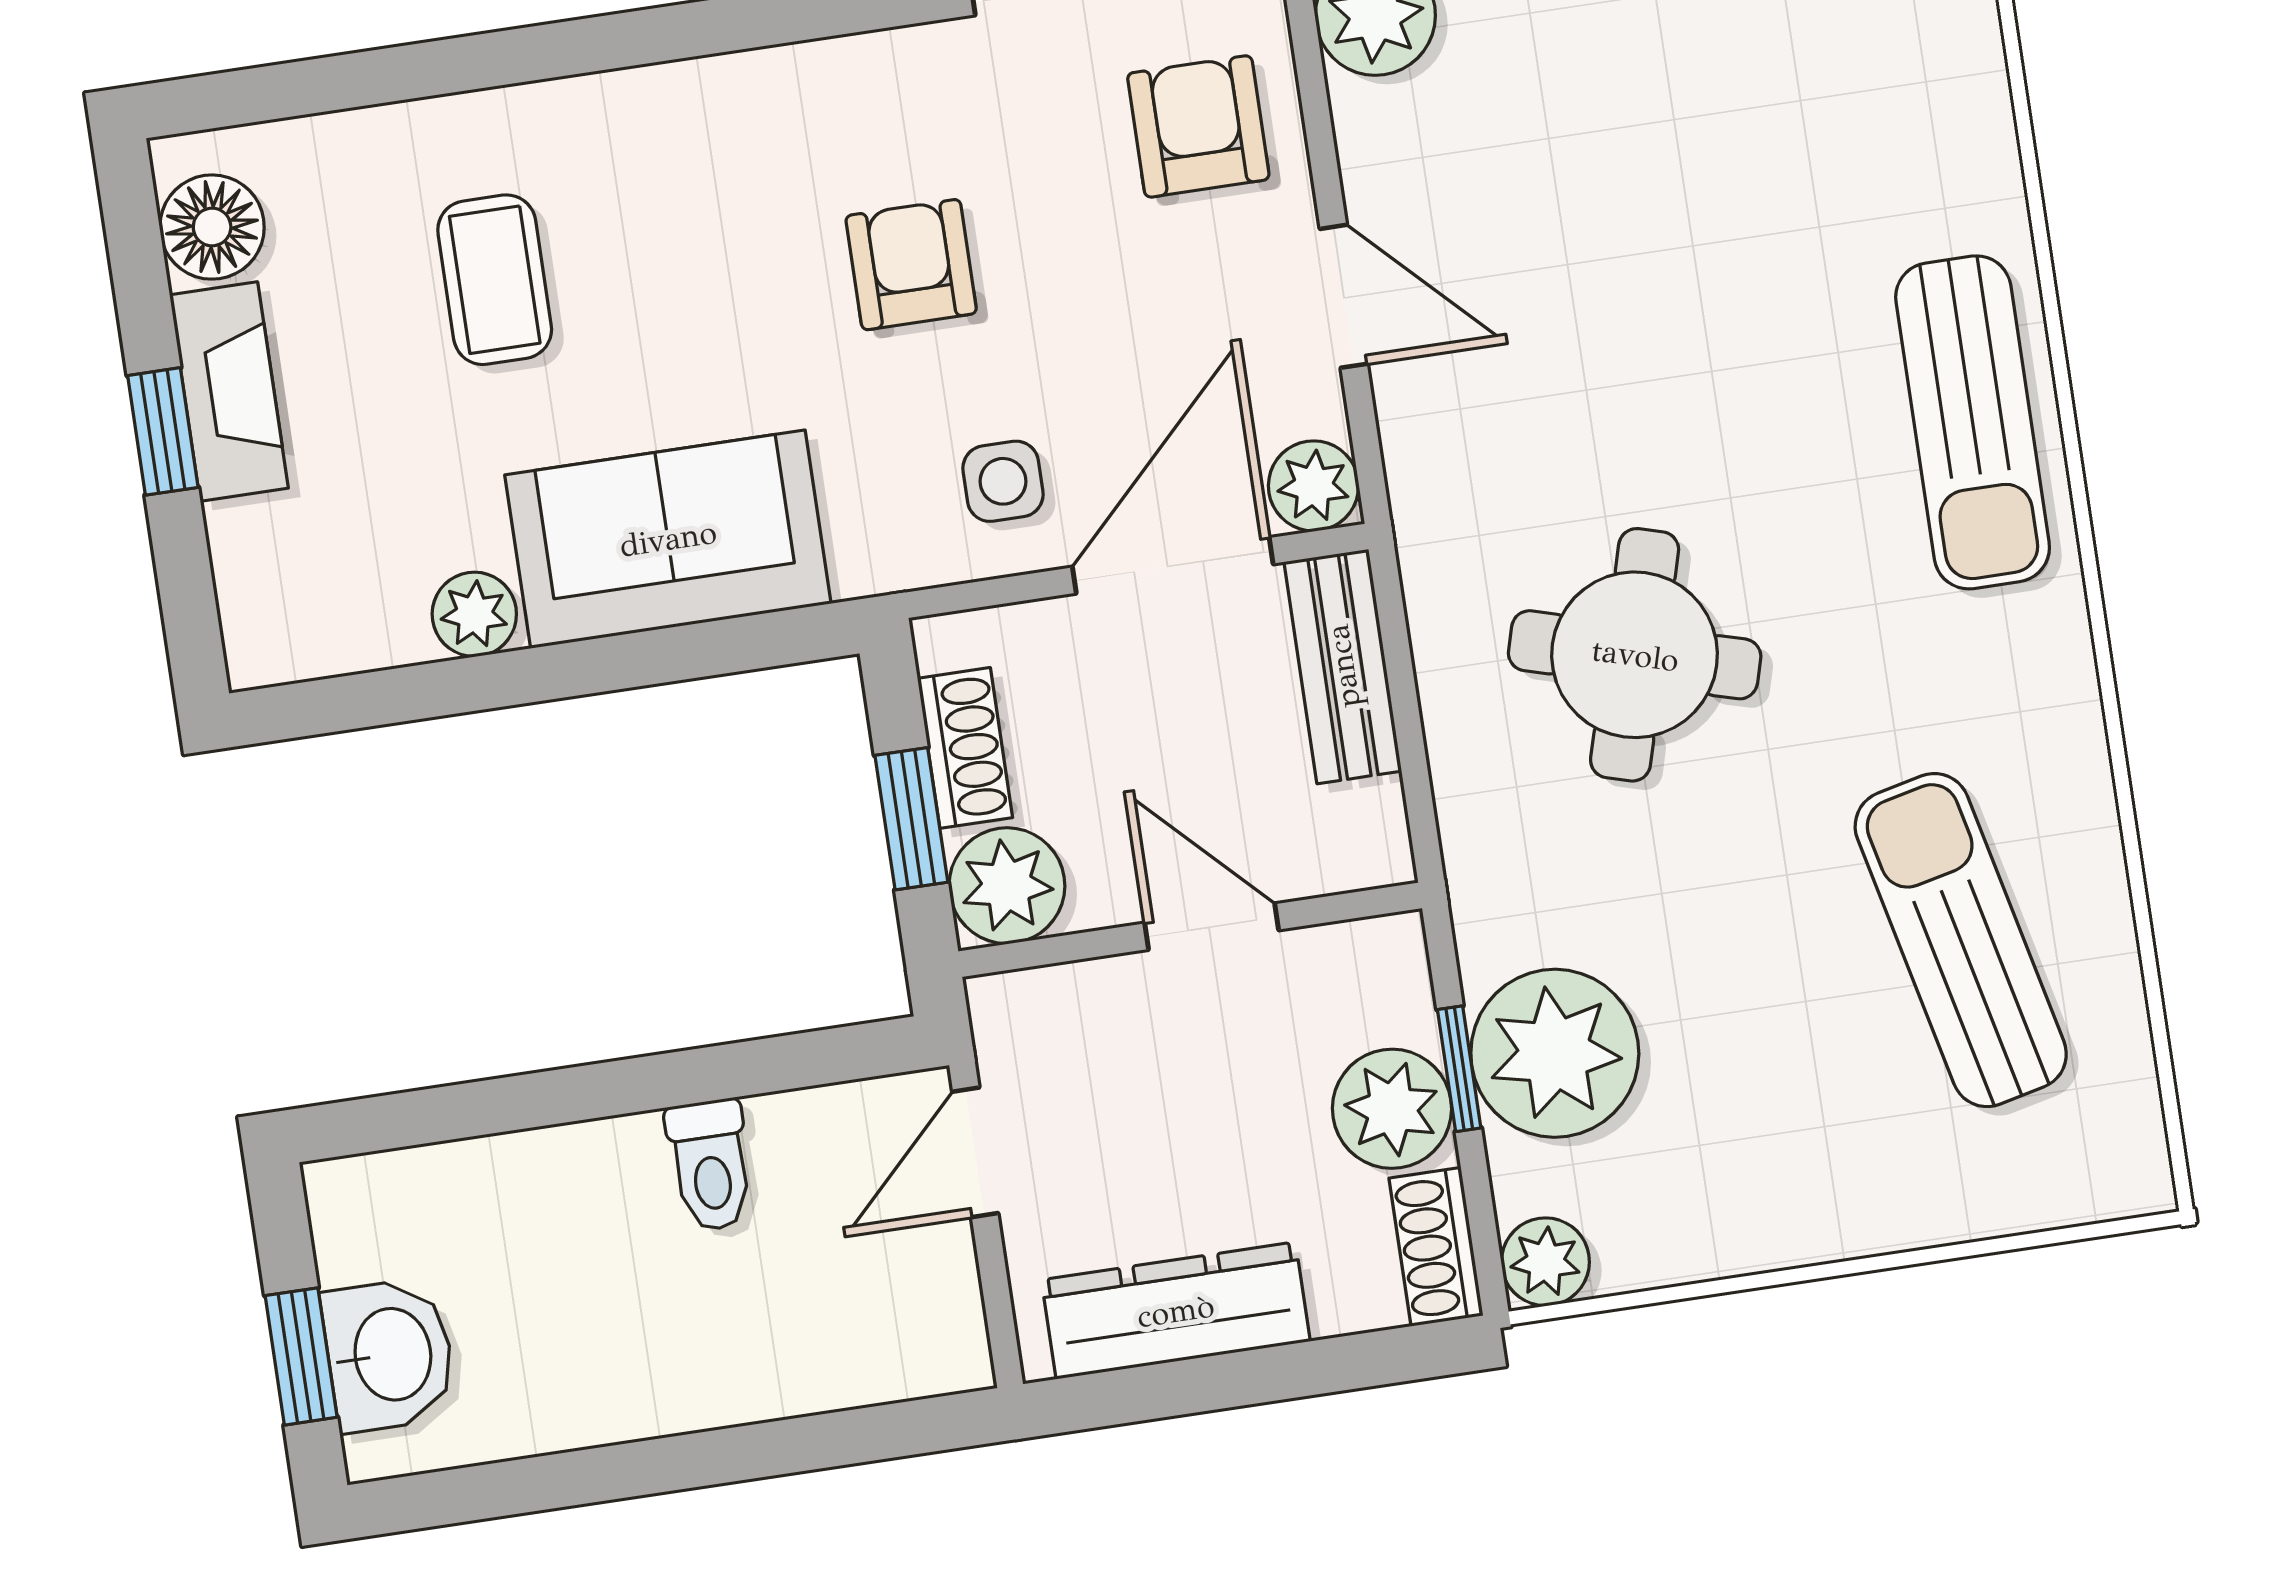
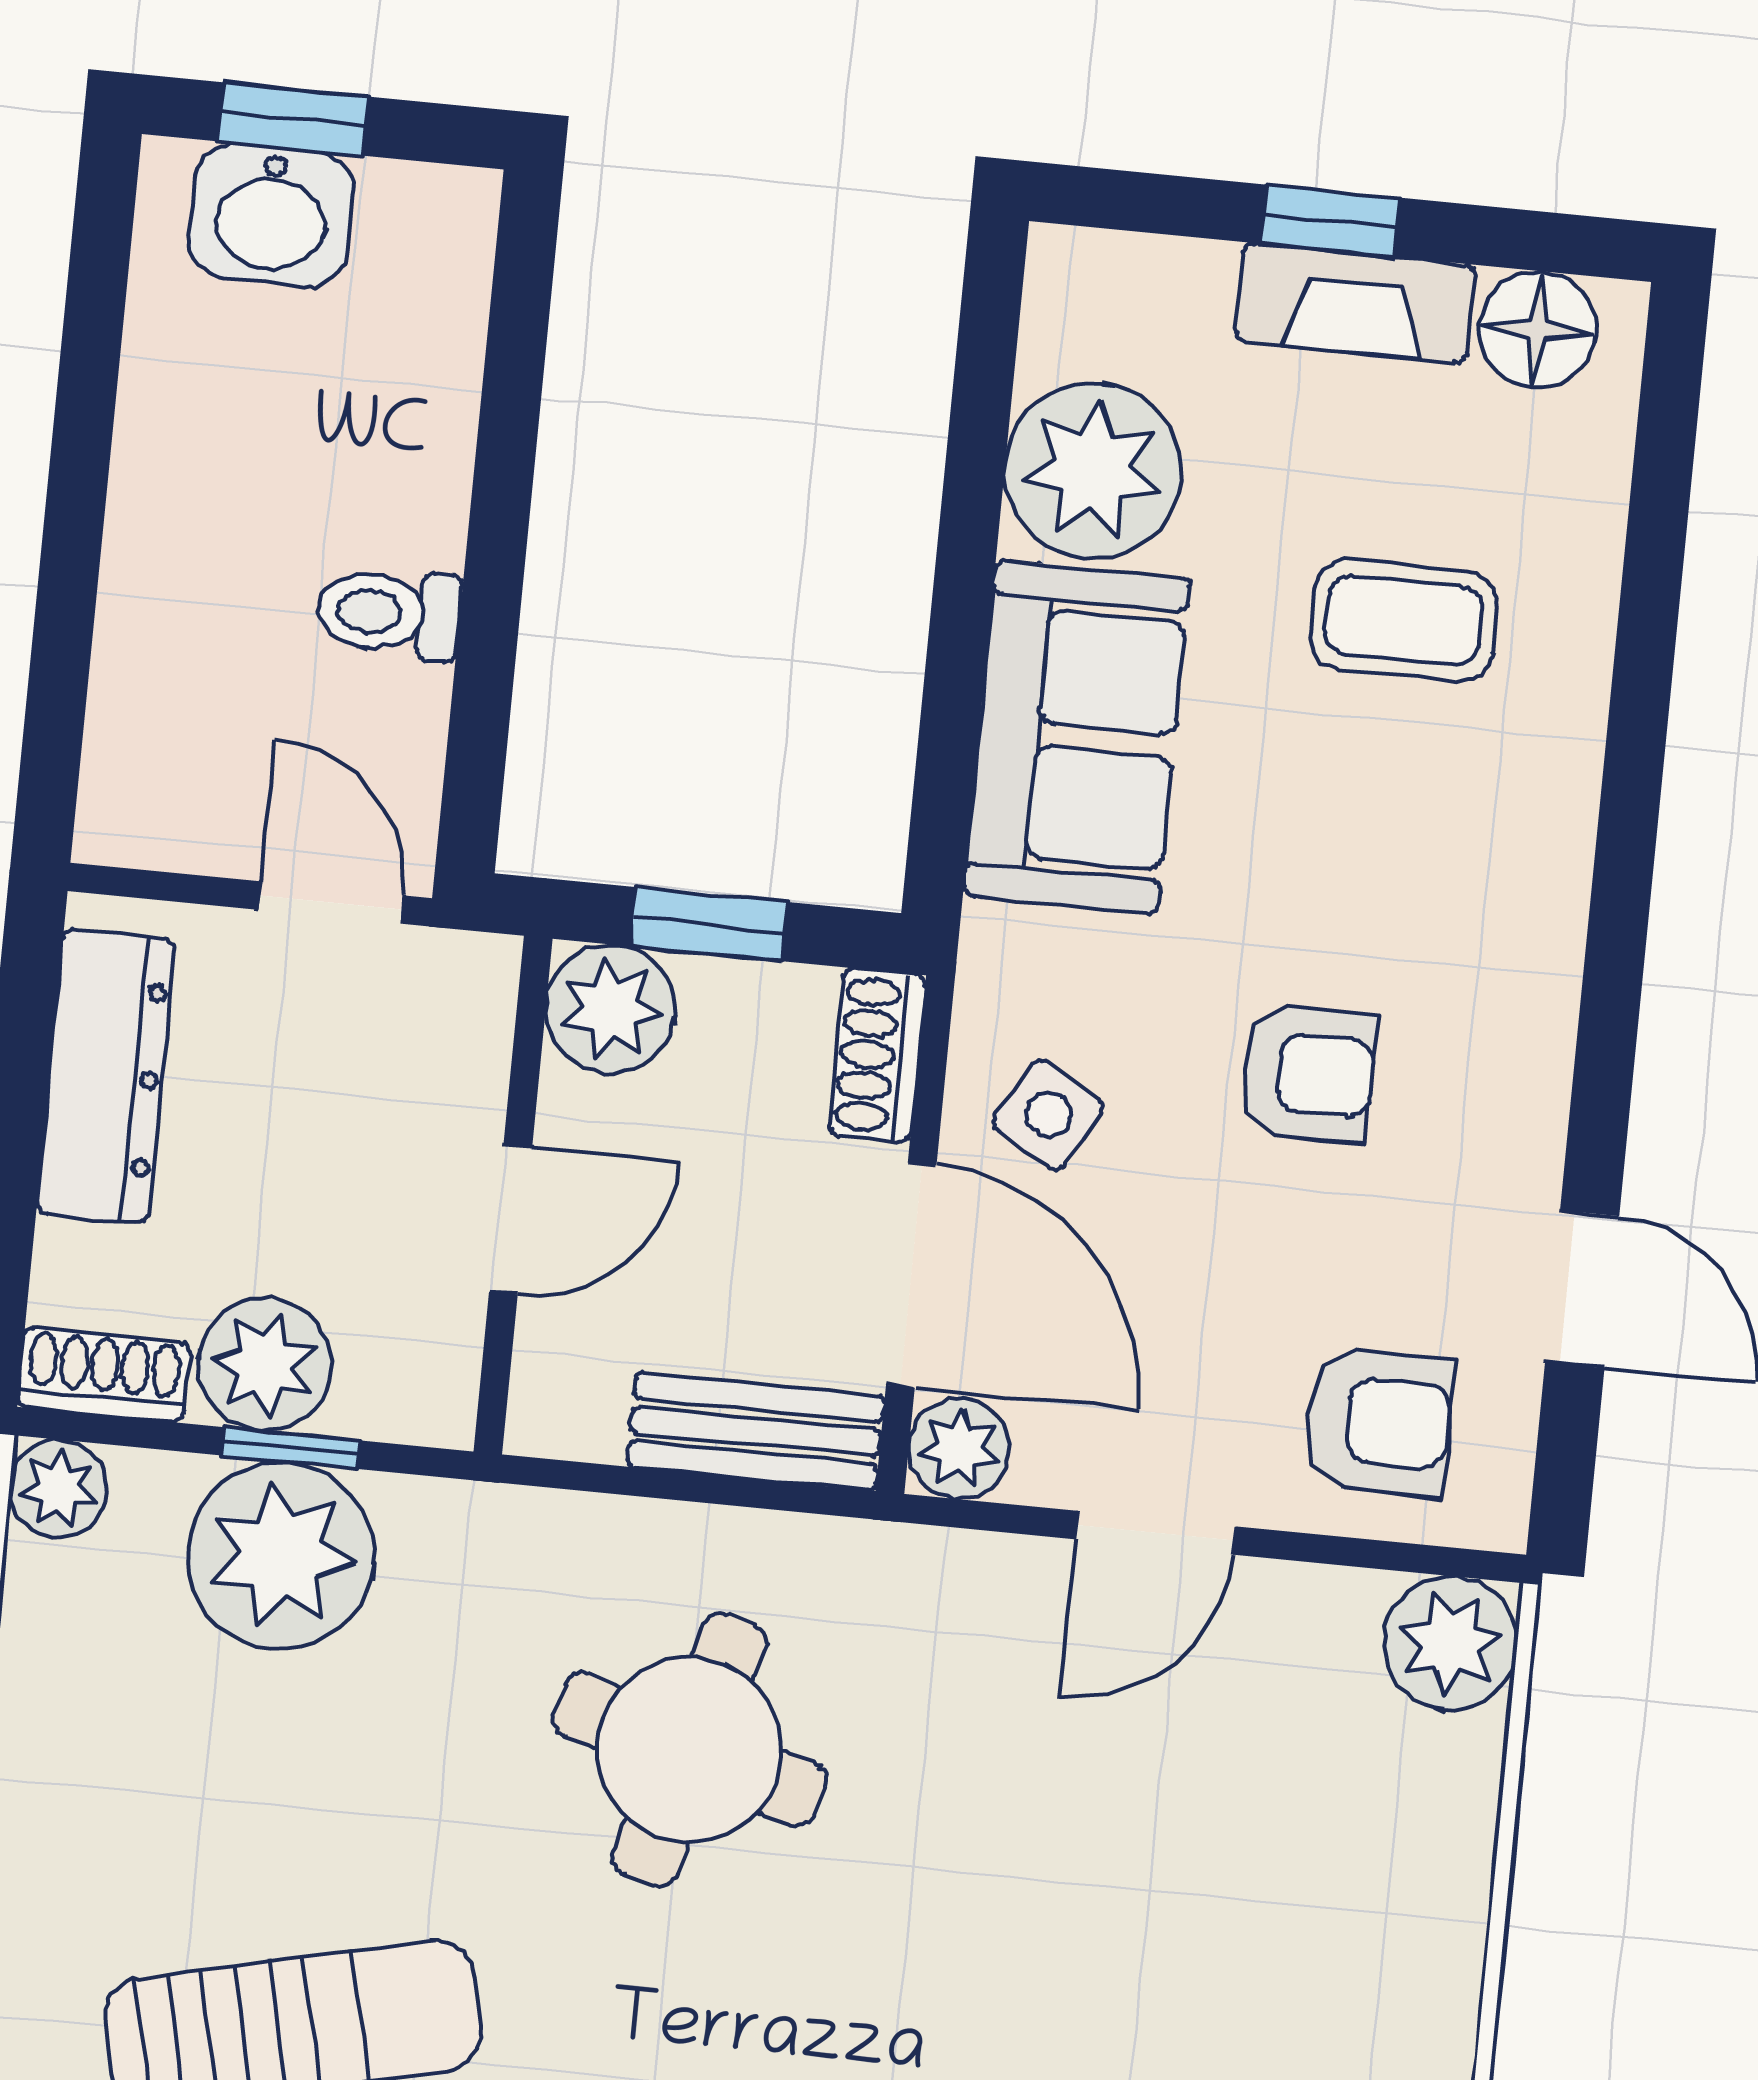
side table: (1003, 481) -> (1048, 1115), turned 30
plant: (474, 614) -> (1093, 471), width x1.88, depth x1.88
shoe rack: (965, 748) -> (877, 1055), moved, turned 90

